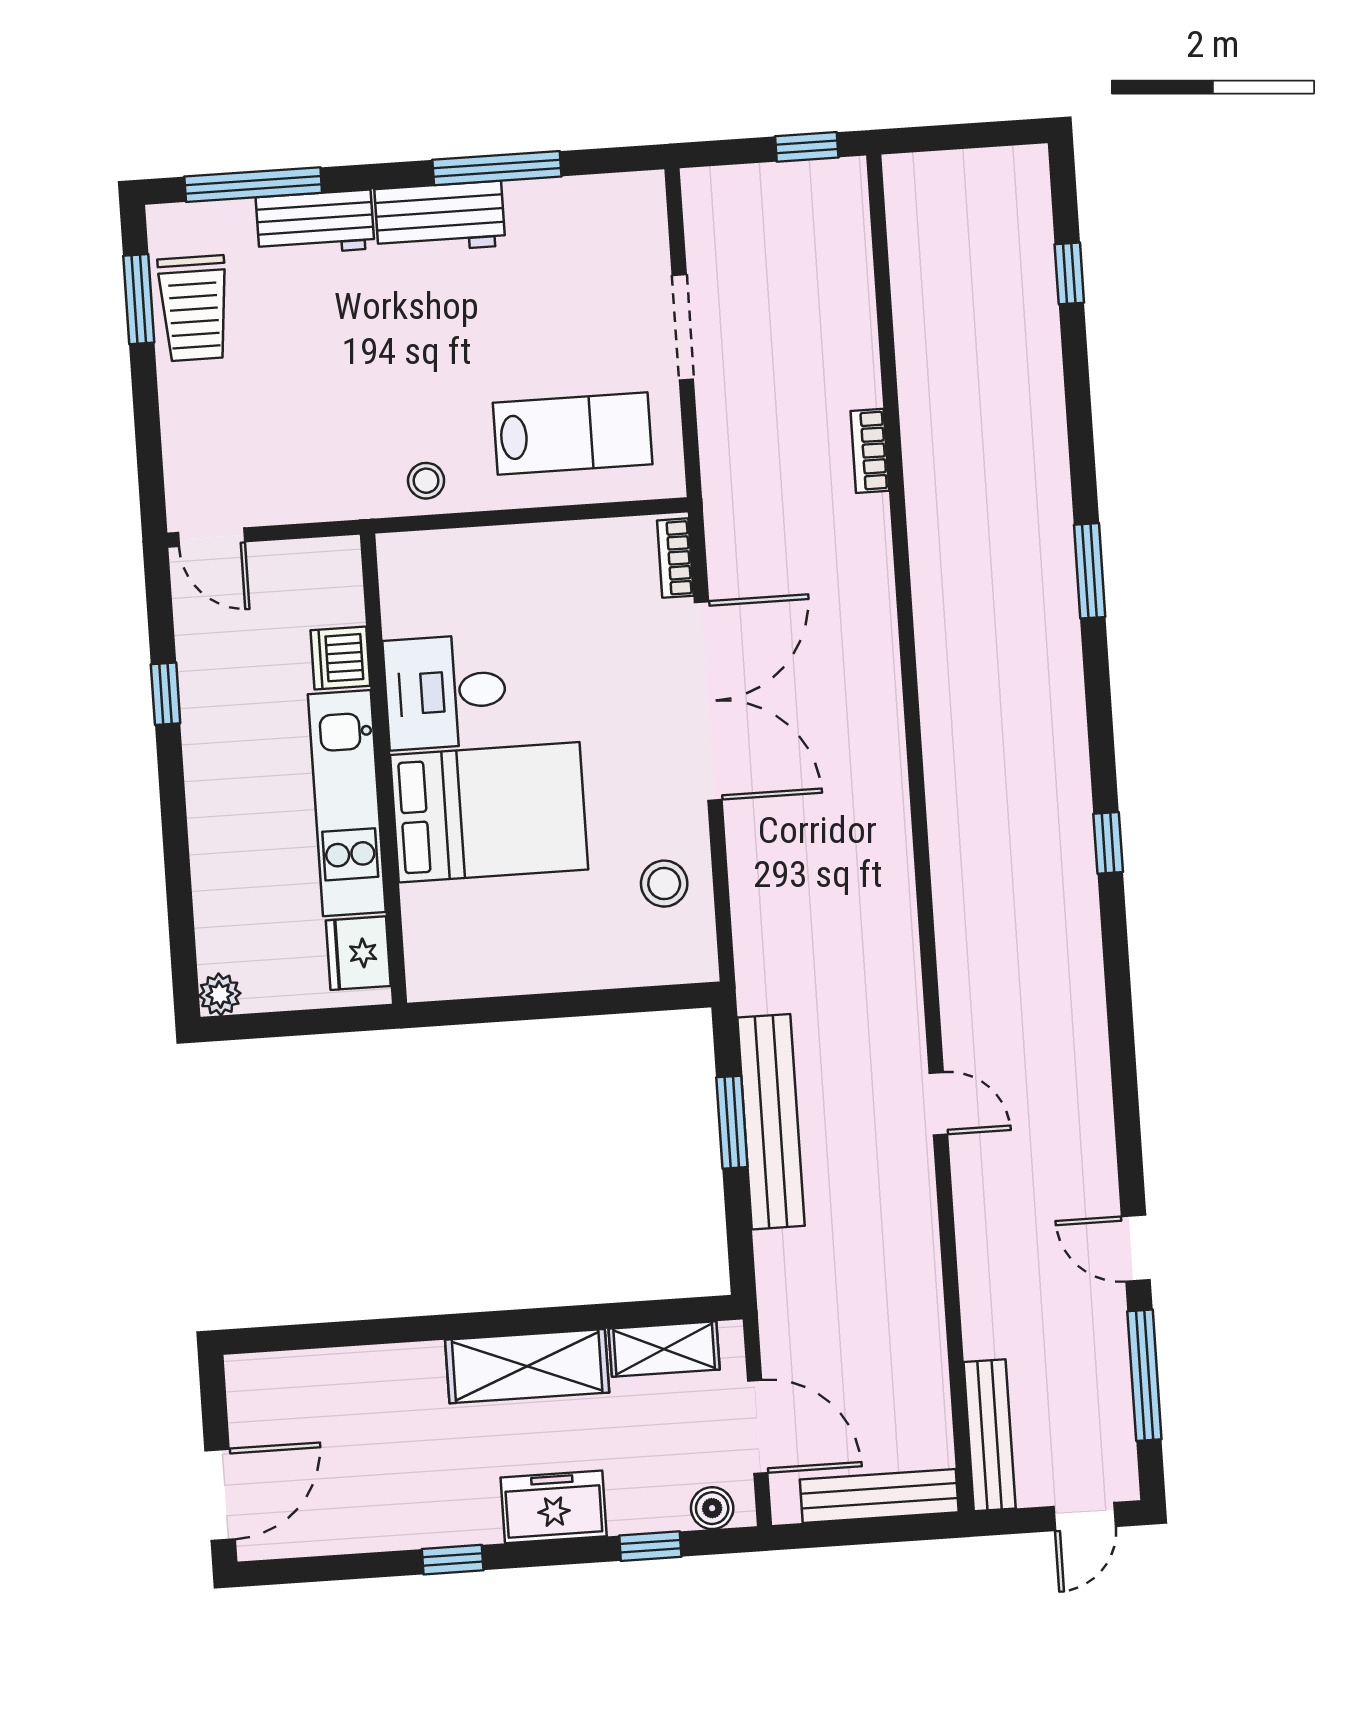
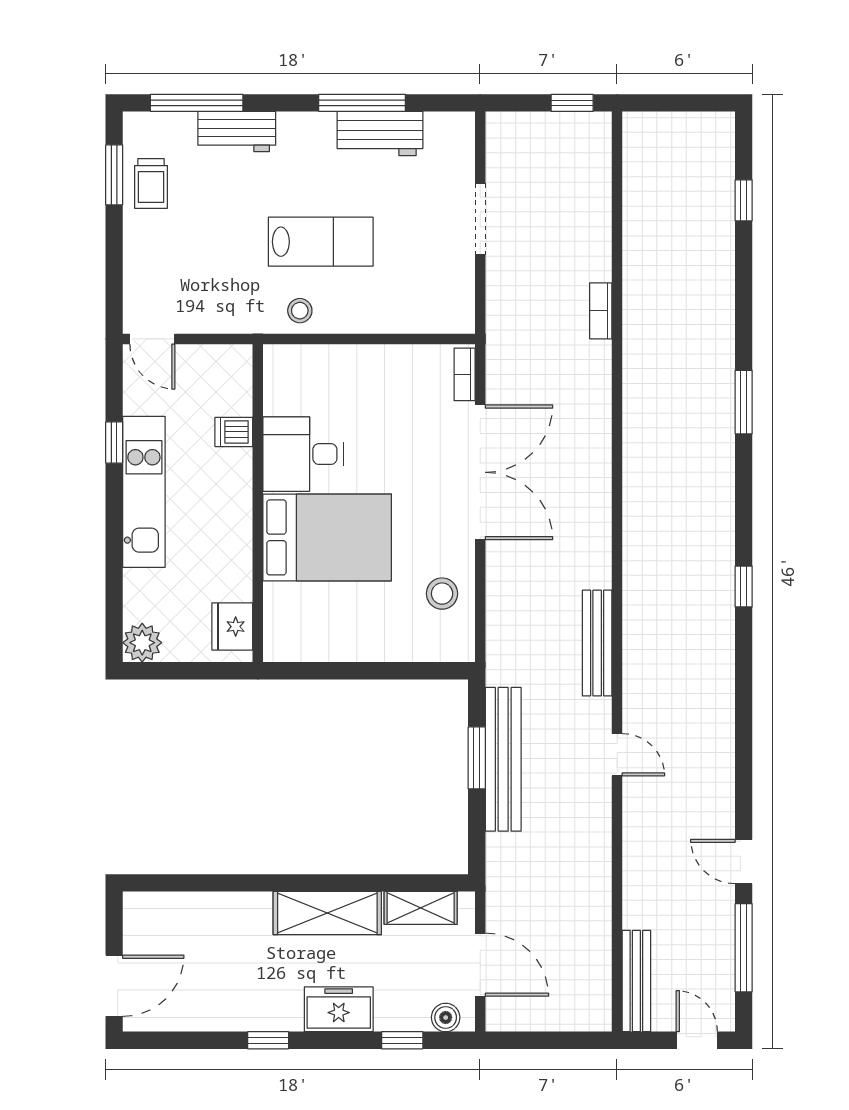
workbench: (440, 217) -> (380, 134), moved
trolley: (194, 308) -> (151, 183), width x0.73, depth x0.72
lab bench: (573, 433) -> (321, 242), moved
dishwasher: (340, 658) -> (234, 432), width x0.73
kitchen unit: (347, 803) -> (144, 492), moved, turned 180
plant: (220, 994) -> (142, 643), width x1.38, depth x1.38
bench: (879, 1496) -> (597, 643), moved, turned 90
door: (1085, 1516) -> (697, 1040), swing flipped

